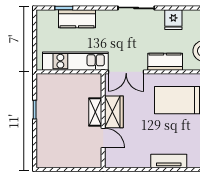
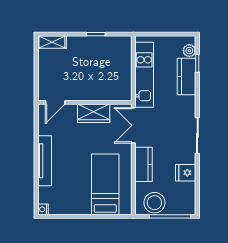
plant: (51, 16) -> (189, 51), added
shelving: (95, 112) -> (52, 42), moved
door: (103, 138) -> (55, 102), moved
tv unit: (169, 161) -> (45, 161), width x1.41

